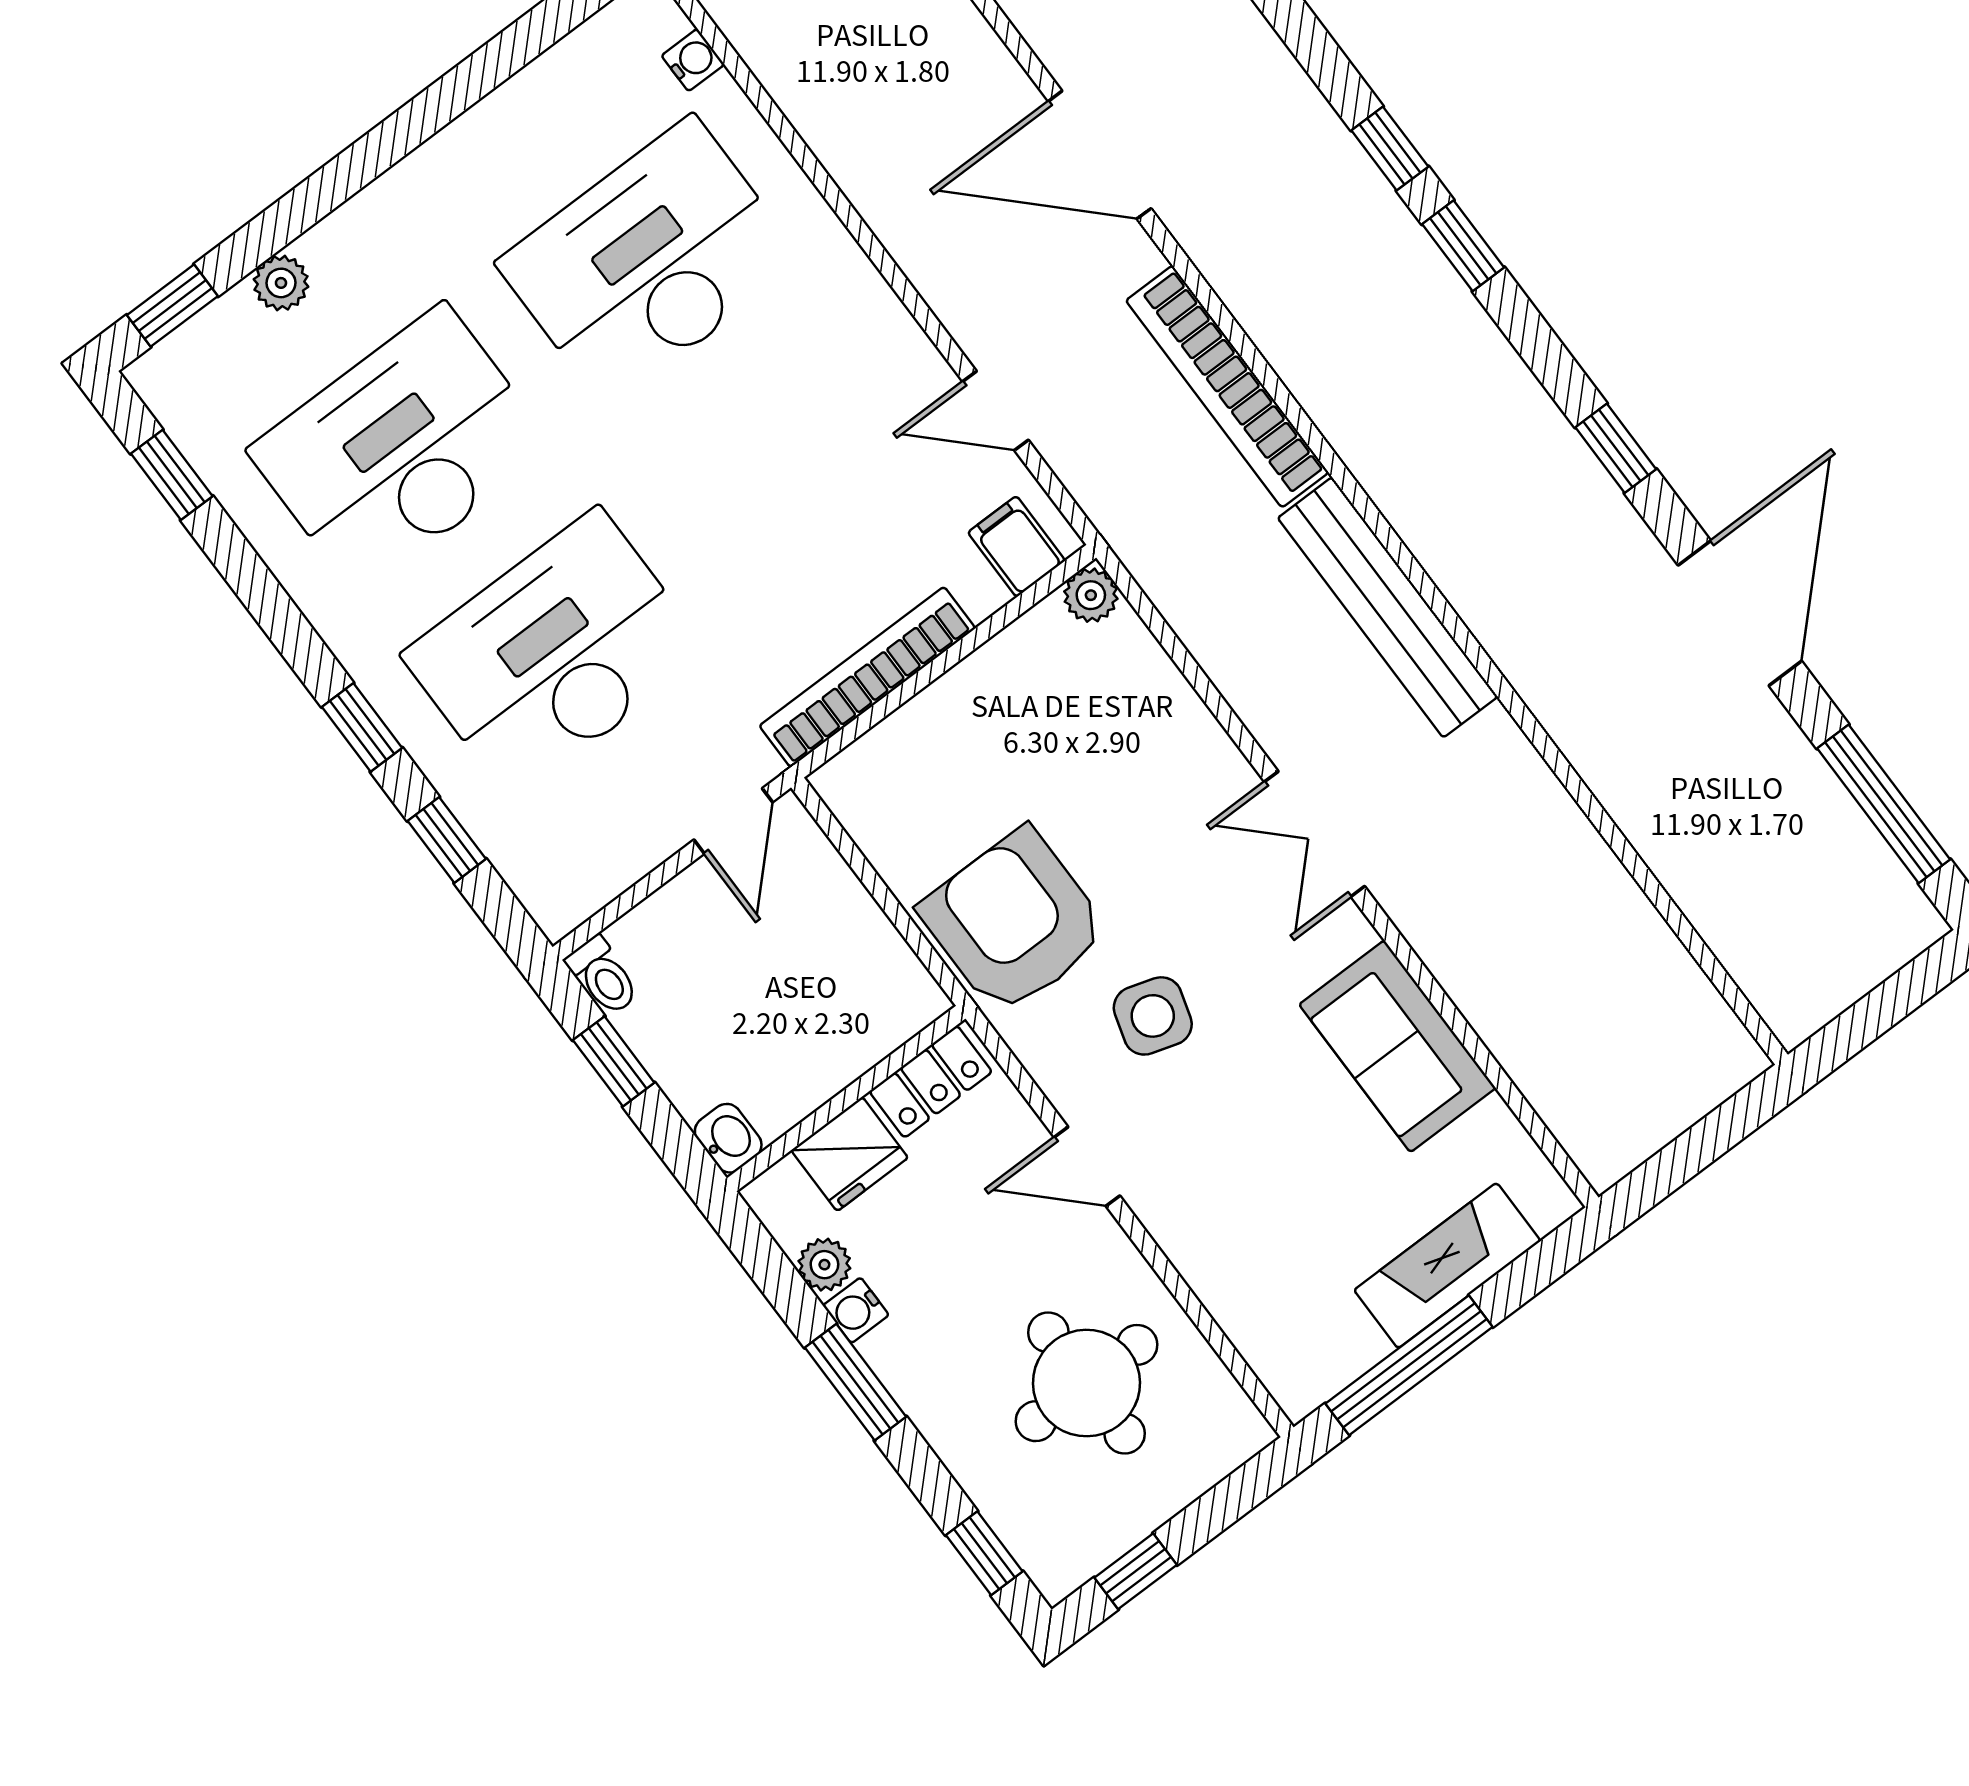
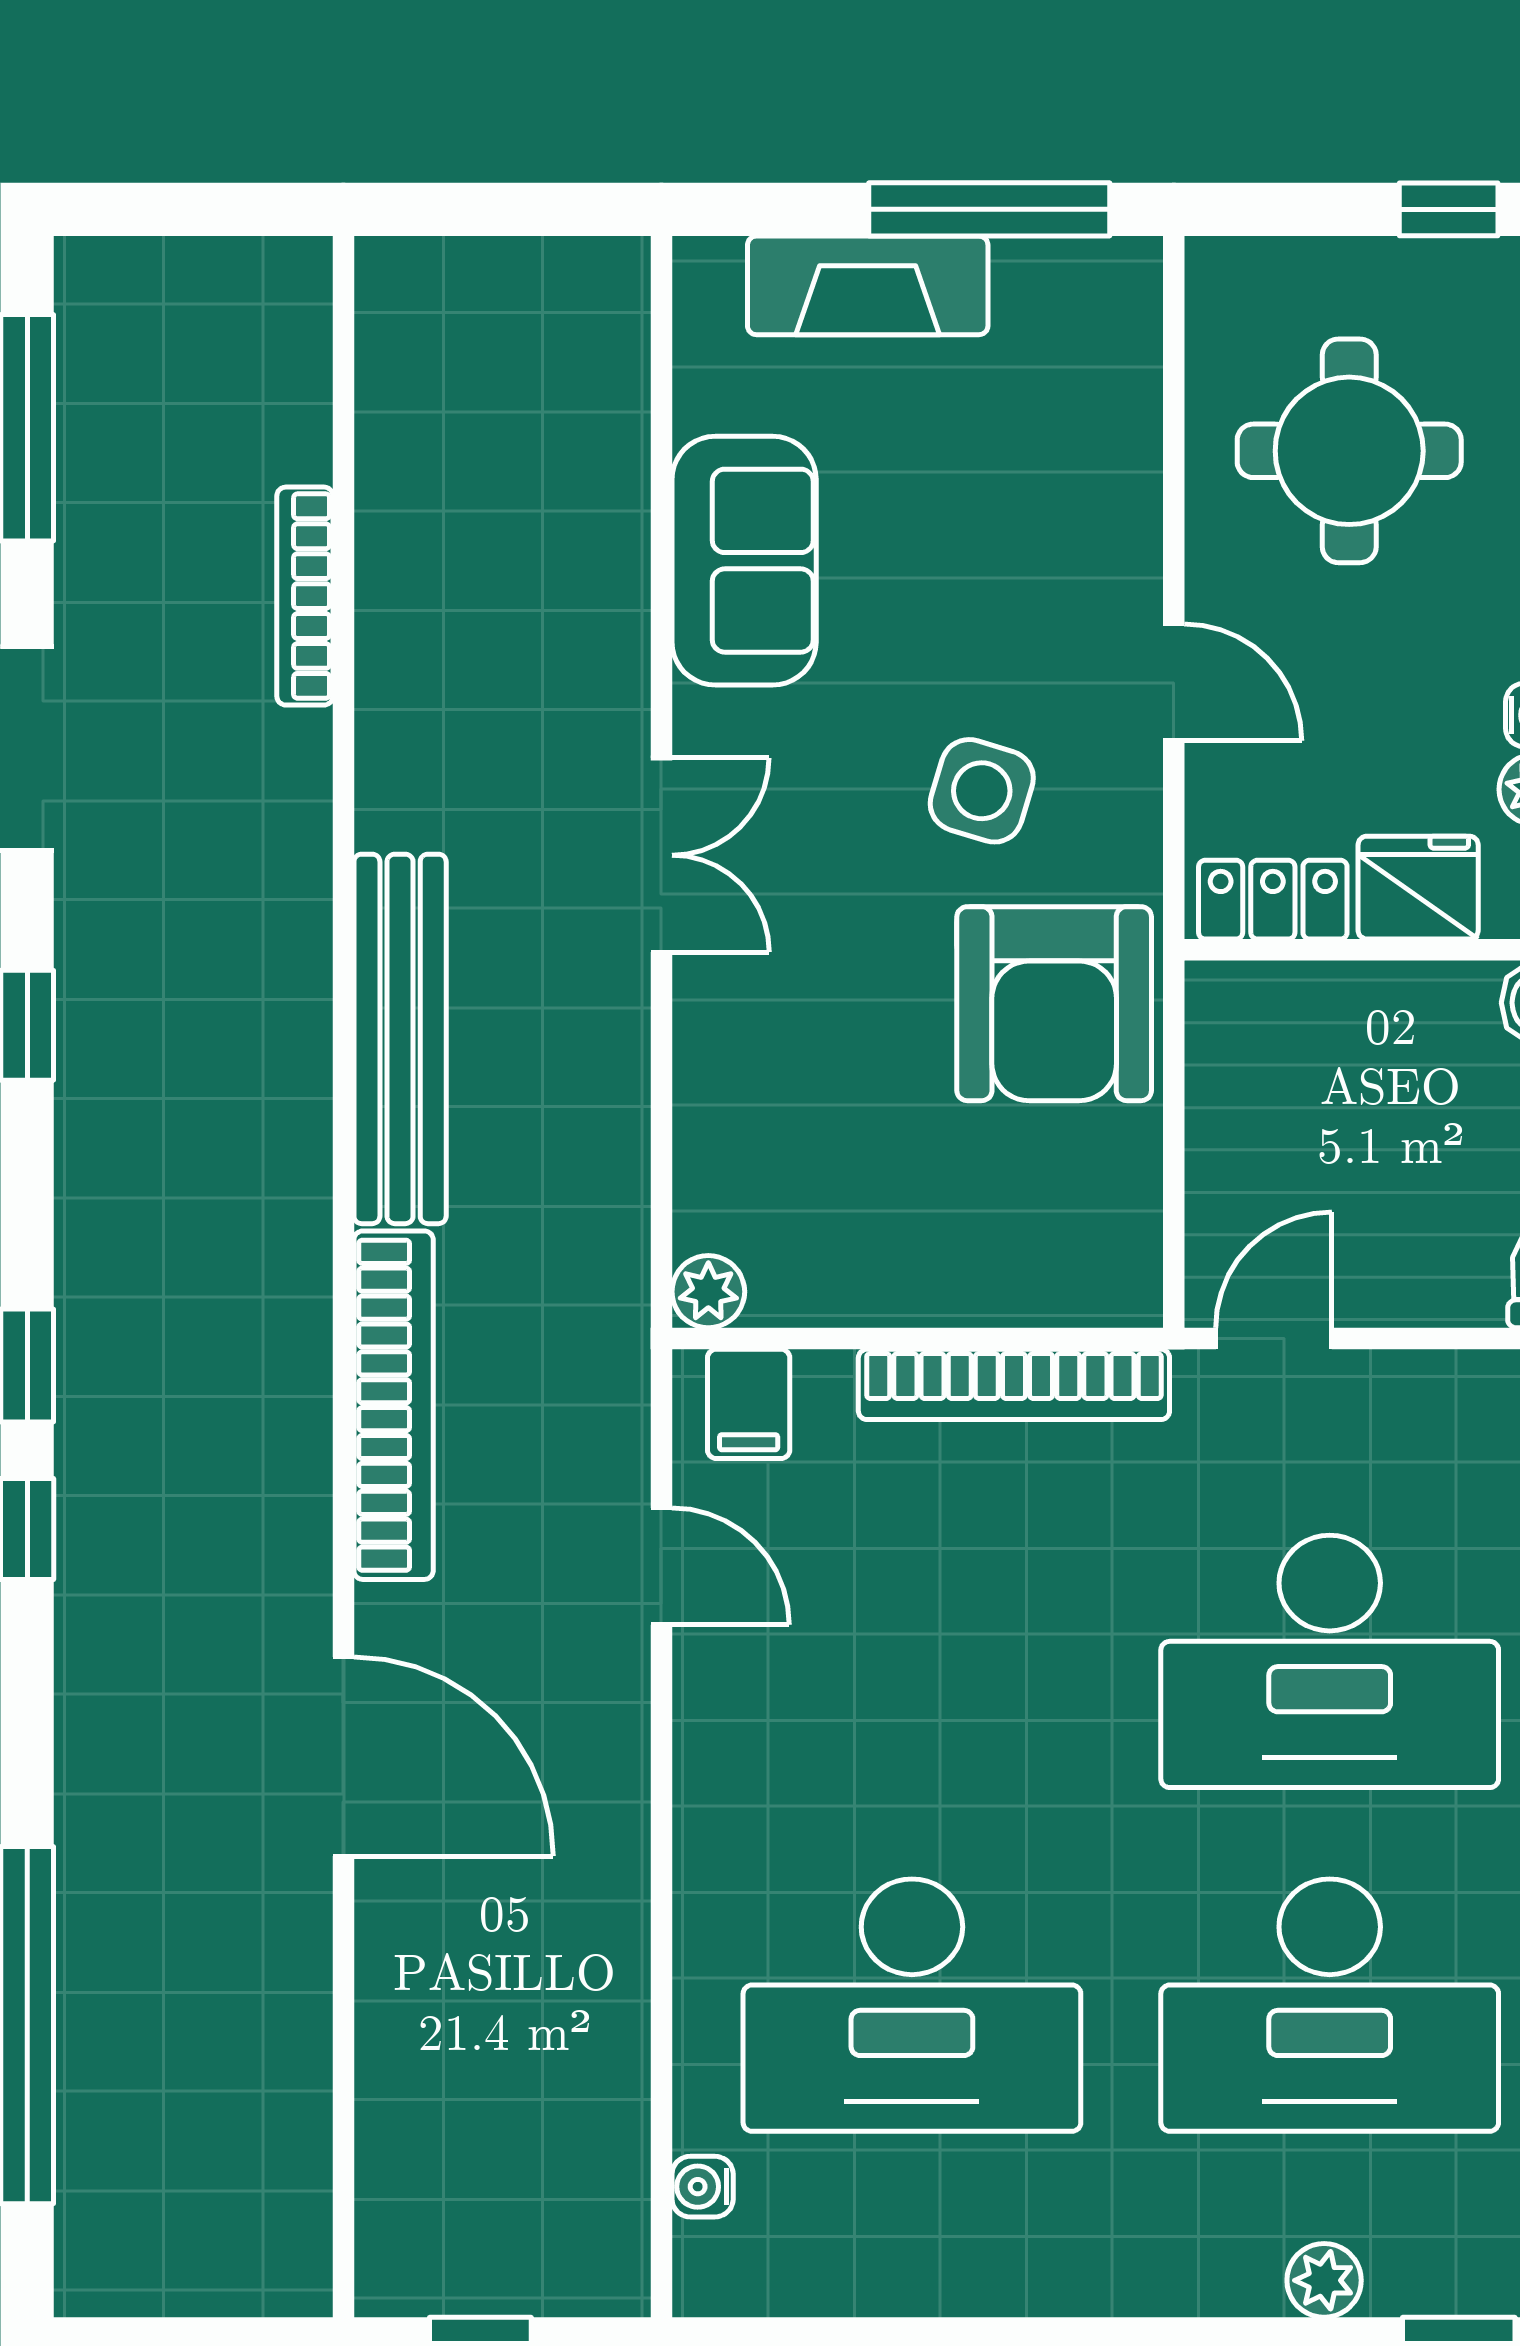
bookcase: (1643, 828) -> (305, 596), added

